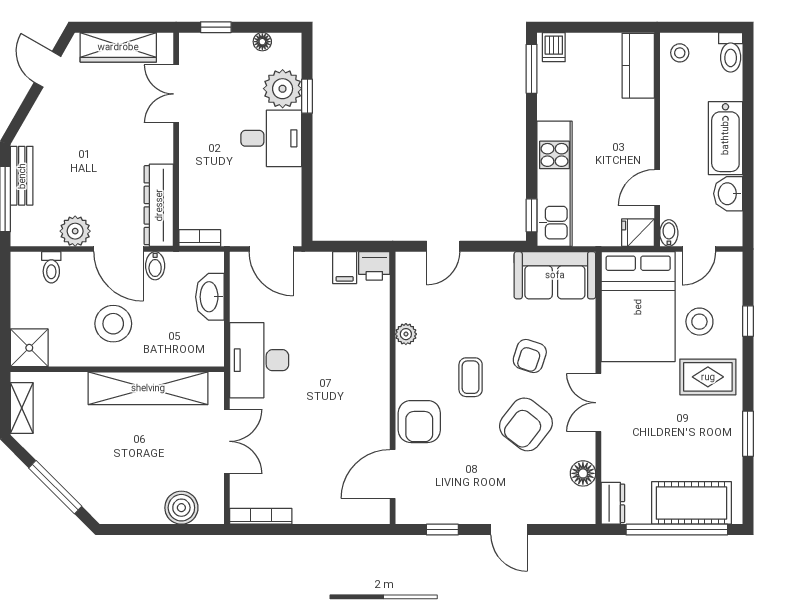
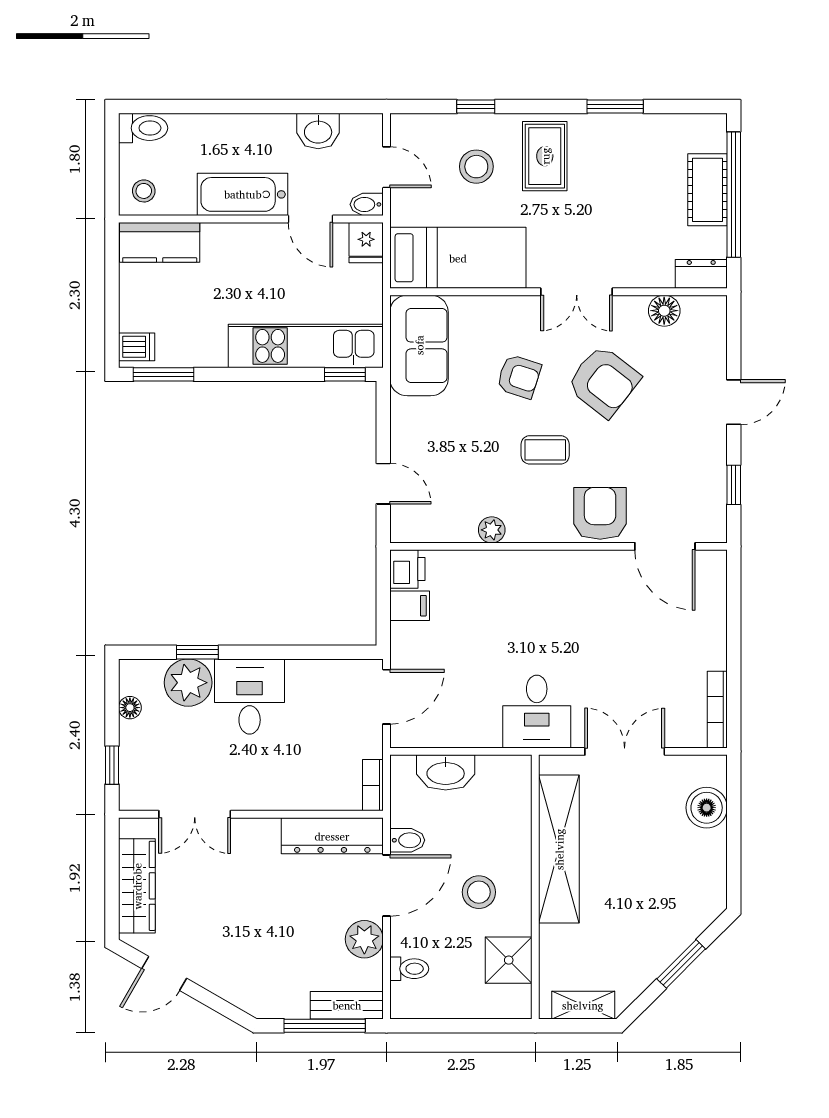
bathtub: (725, 138) -> (243, 194), moved, turned 180
bench: (22, 176) -> (347, 1005), moved
bed: (638, 307) -> (458, 258), width x0.67
stool: (113, 324) -> (479, 892), width x0.73, depth x0.73
shower: (29, 348) -> (509, 960), moved
desk: (259, 360) -> (537, 712), width x0.73
armchair: (419, 422) -> (600, 513), turned -90
window: (55, 487) -> (681, 964), width x0.69
cot: (691, 503) -> (707, 190), width x0.73, depth x0.75

